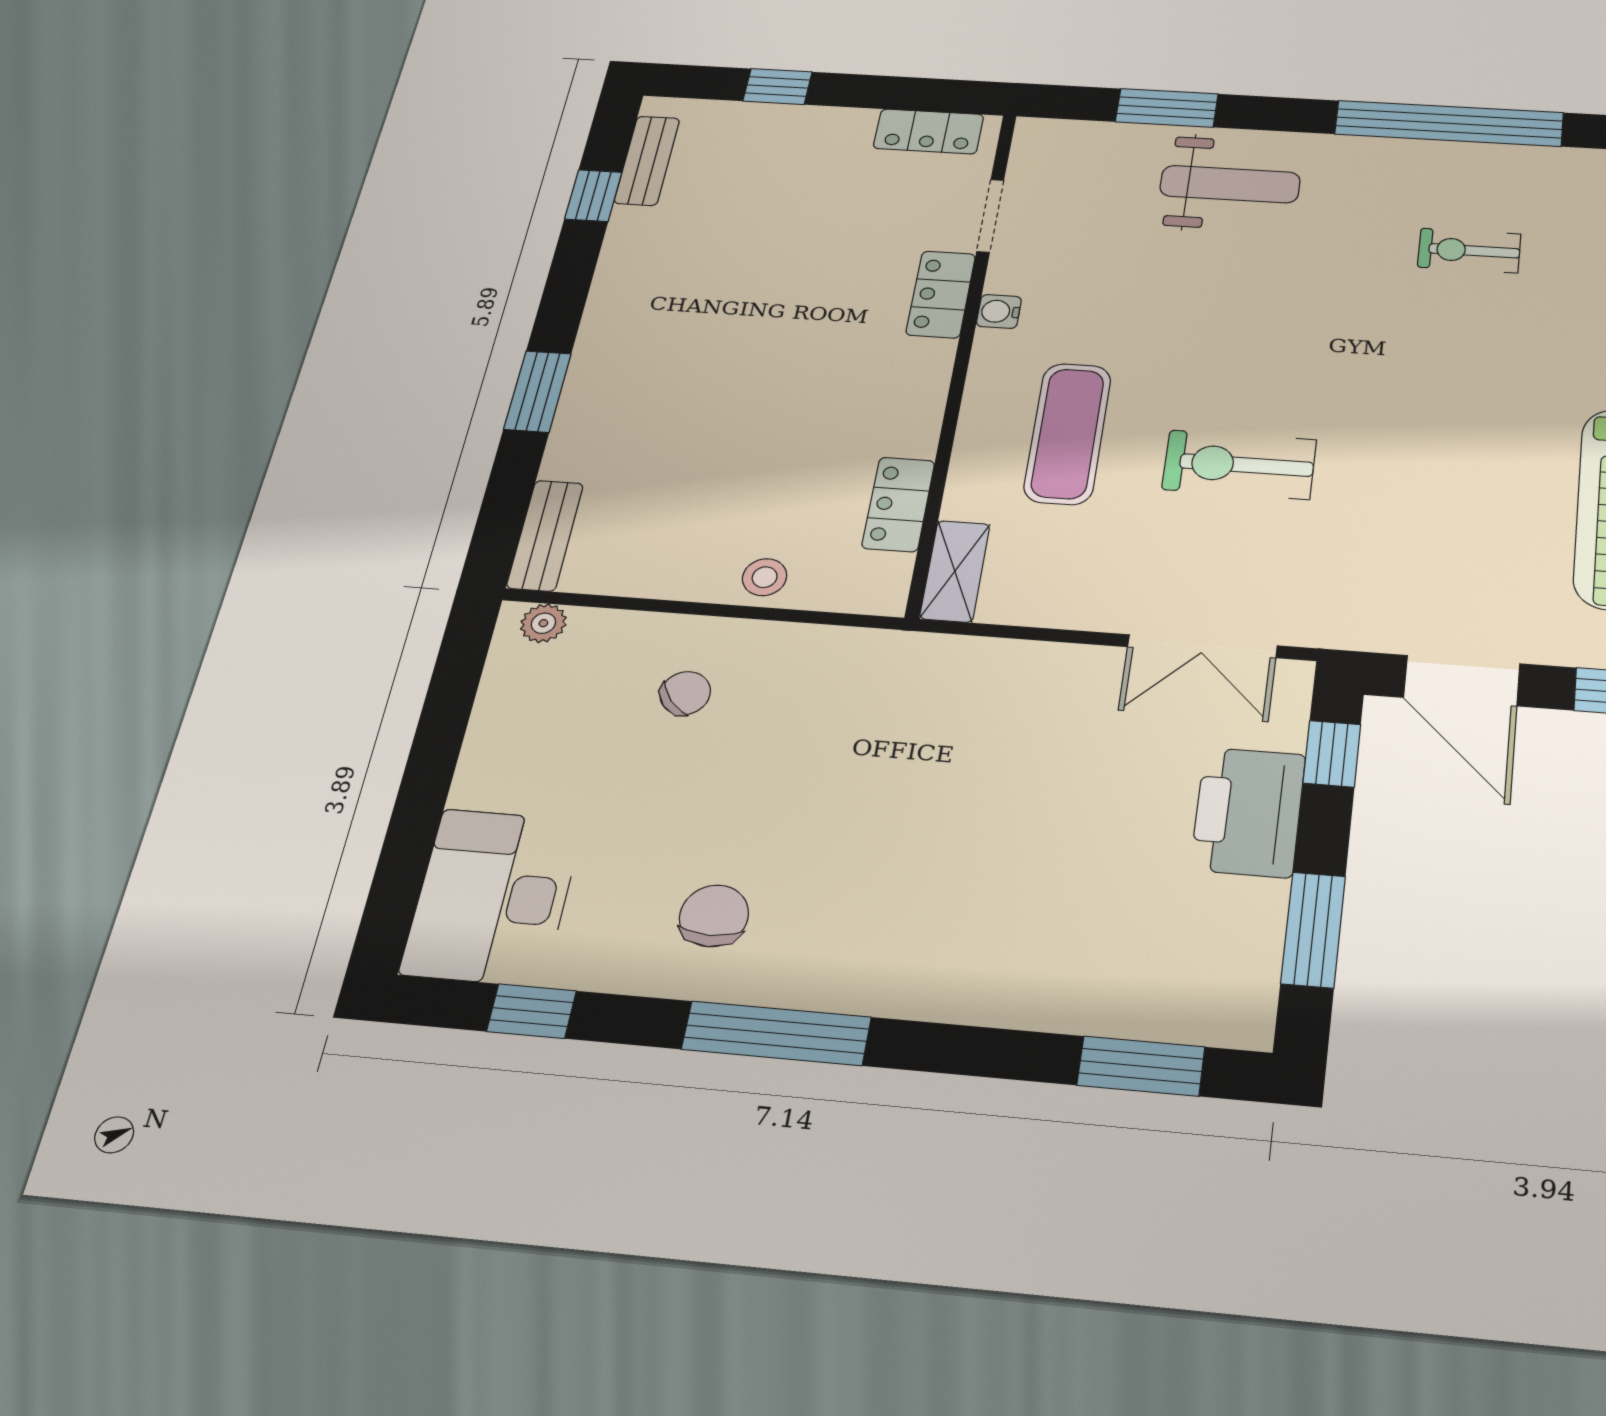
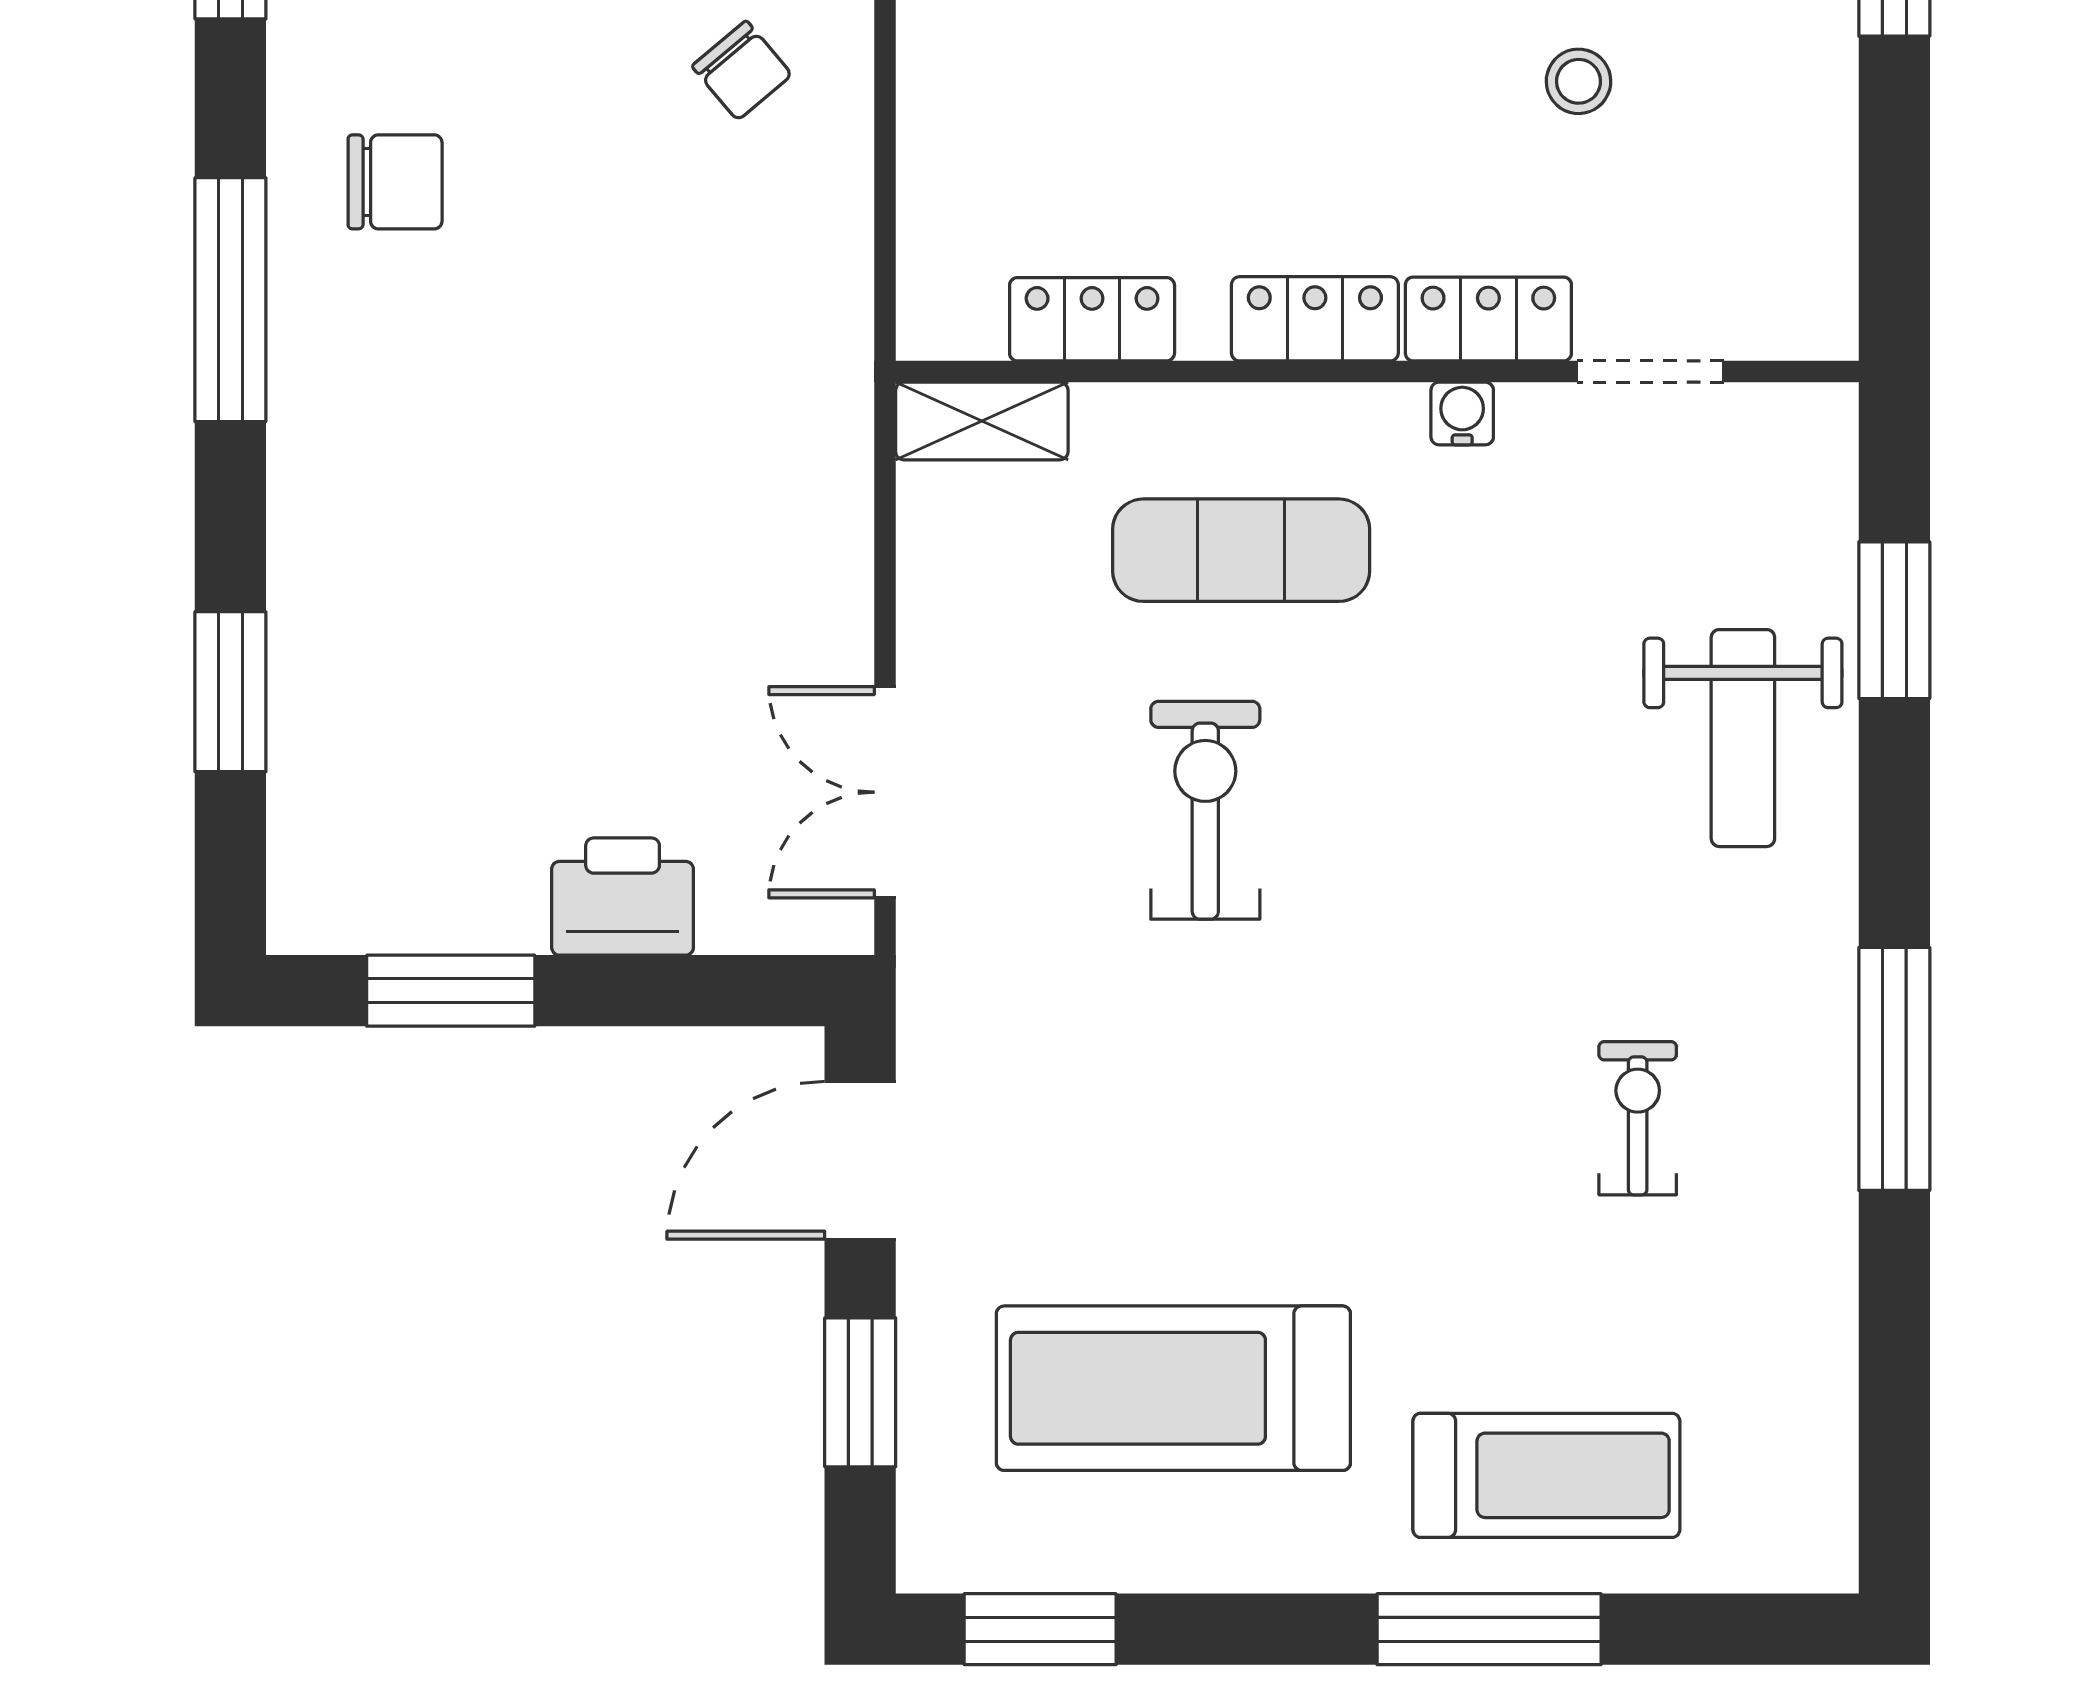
window: (1449, 123) -> (1894, 1069), width x0.68
locker: (928, 131) -> (1315, 319), moved, turned 90
stool: (765, 577) -> (1579, 81), moved
window: (1332, 754) -> (725, 991), removed
printer: (1248, 812) -> (623, 897), width x0.73, depth x0.84
window: (1141, 1066) -> (230, 692), moved

